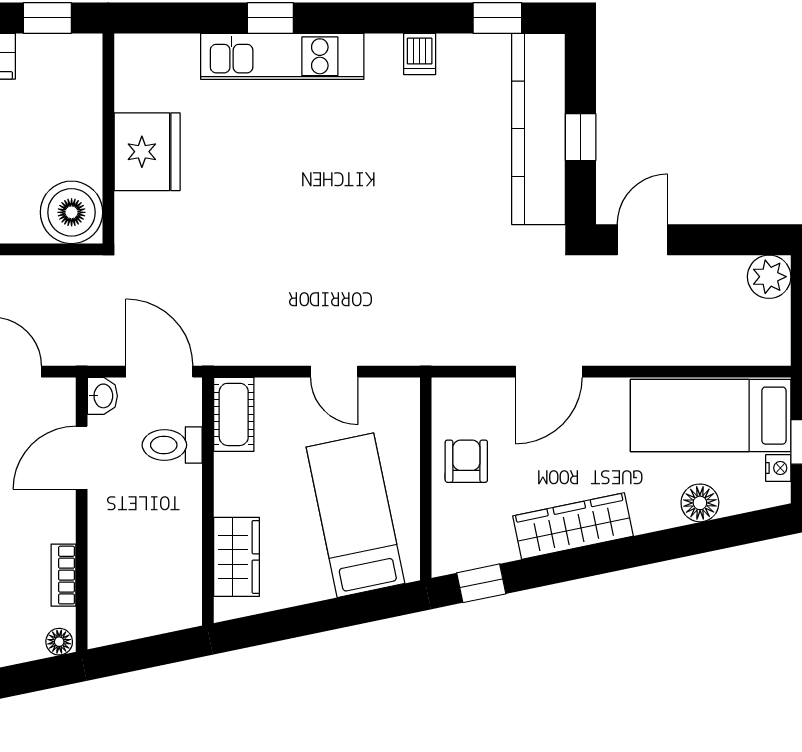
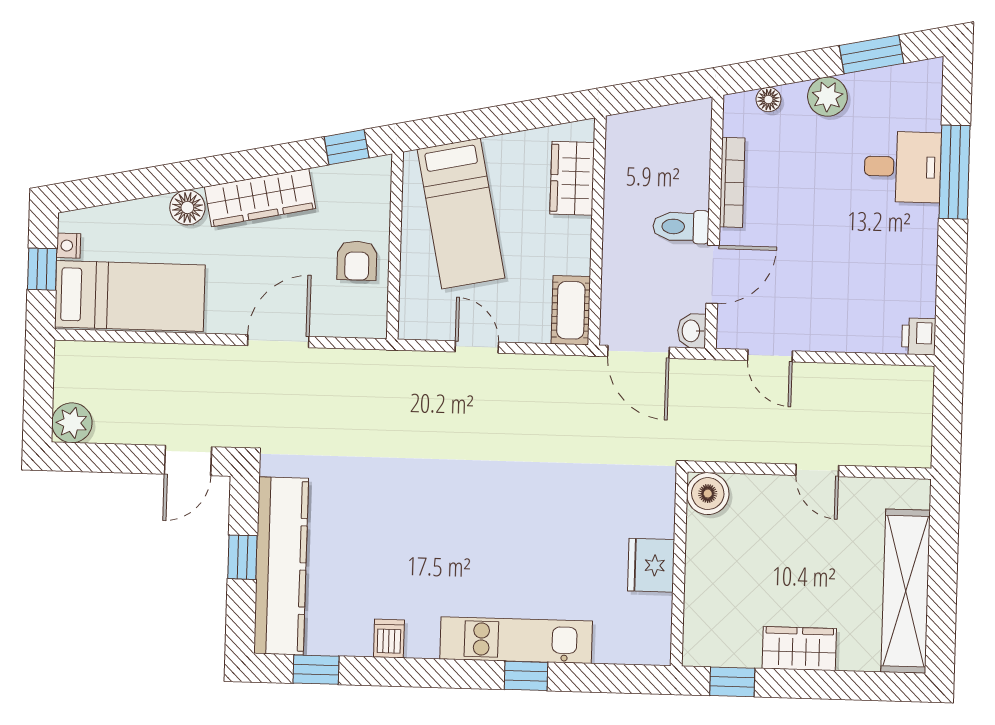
fridge: (147, 152) -> (651, 565), width x0.73, depth x0.75
boiler: (72, 212) -> (708, 494), width x0.73, depth x0.73
toilet: (172, 445) -> (681, 227), moved, turned 180
floor lamp: (700, 503) -> (187, 207), moved
bookcase: (64, 575) -> (732, 182), width x1.56
floor lamp: (59, 642) -> (768, 100), moved

